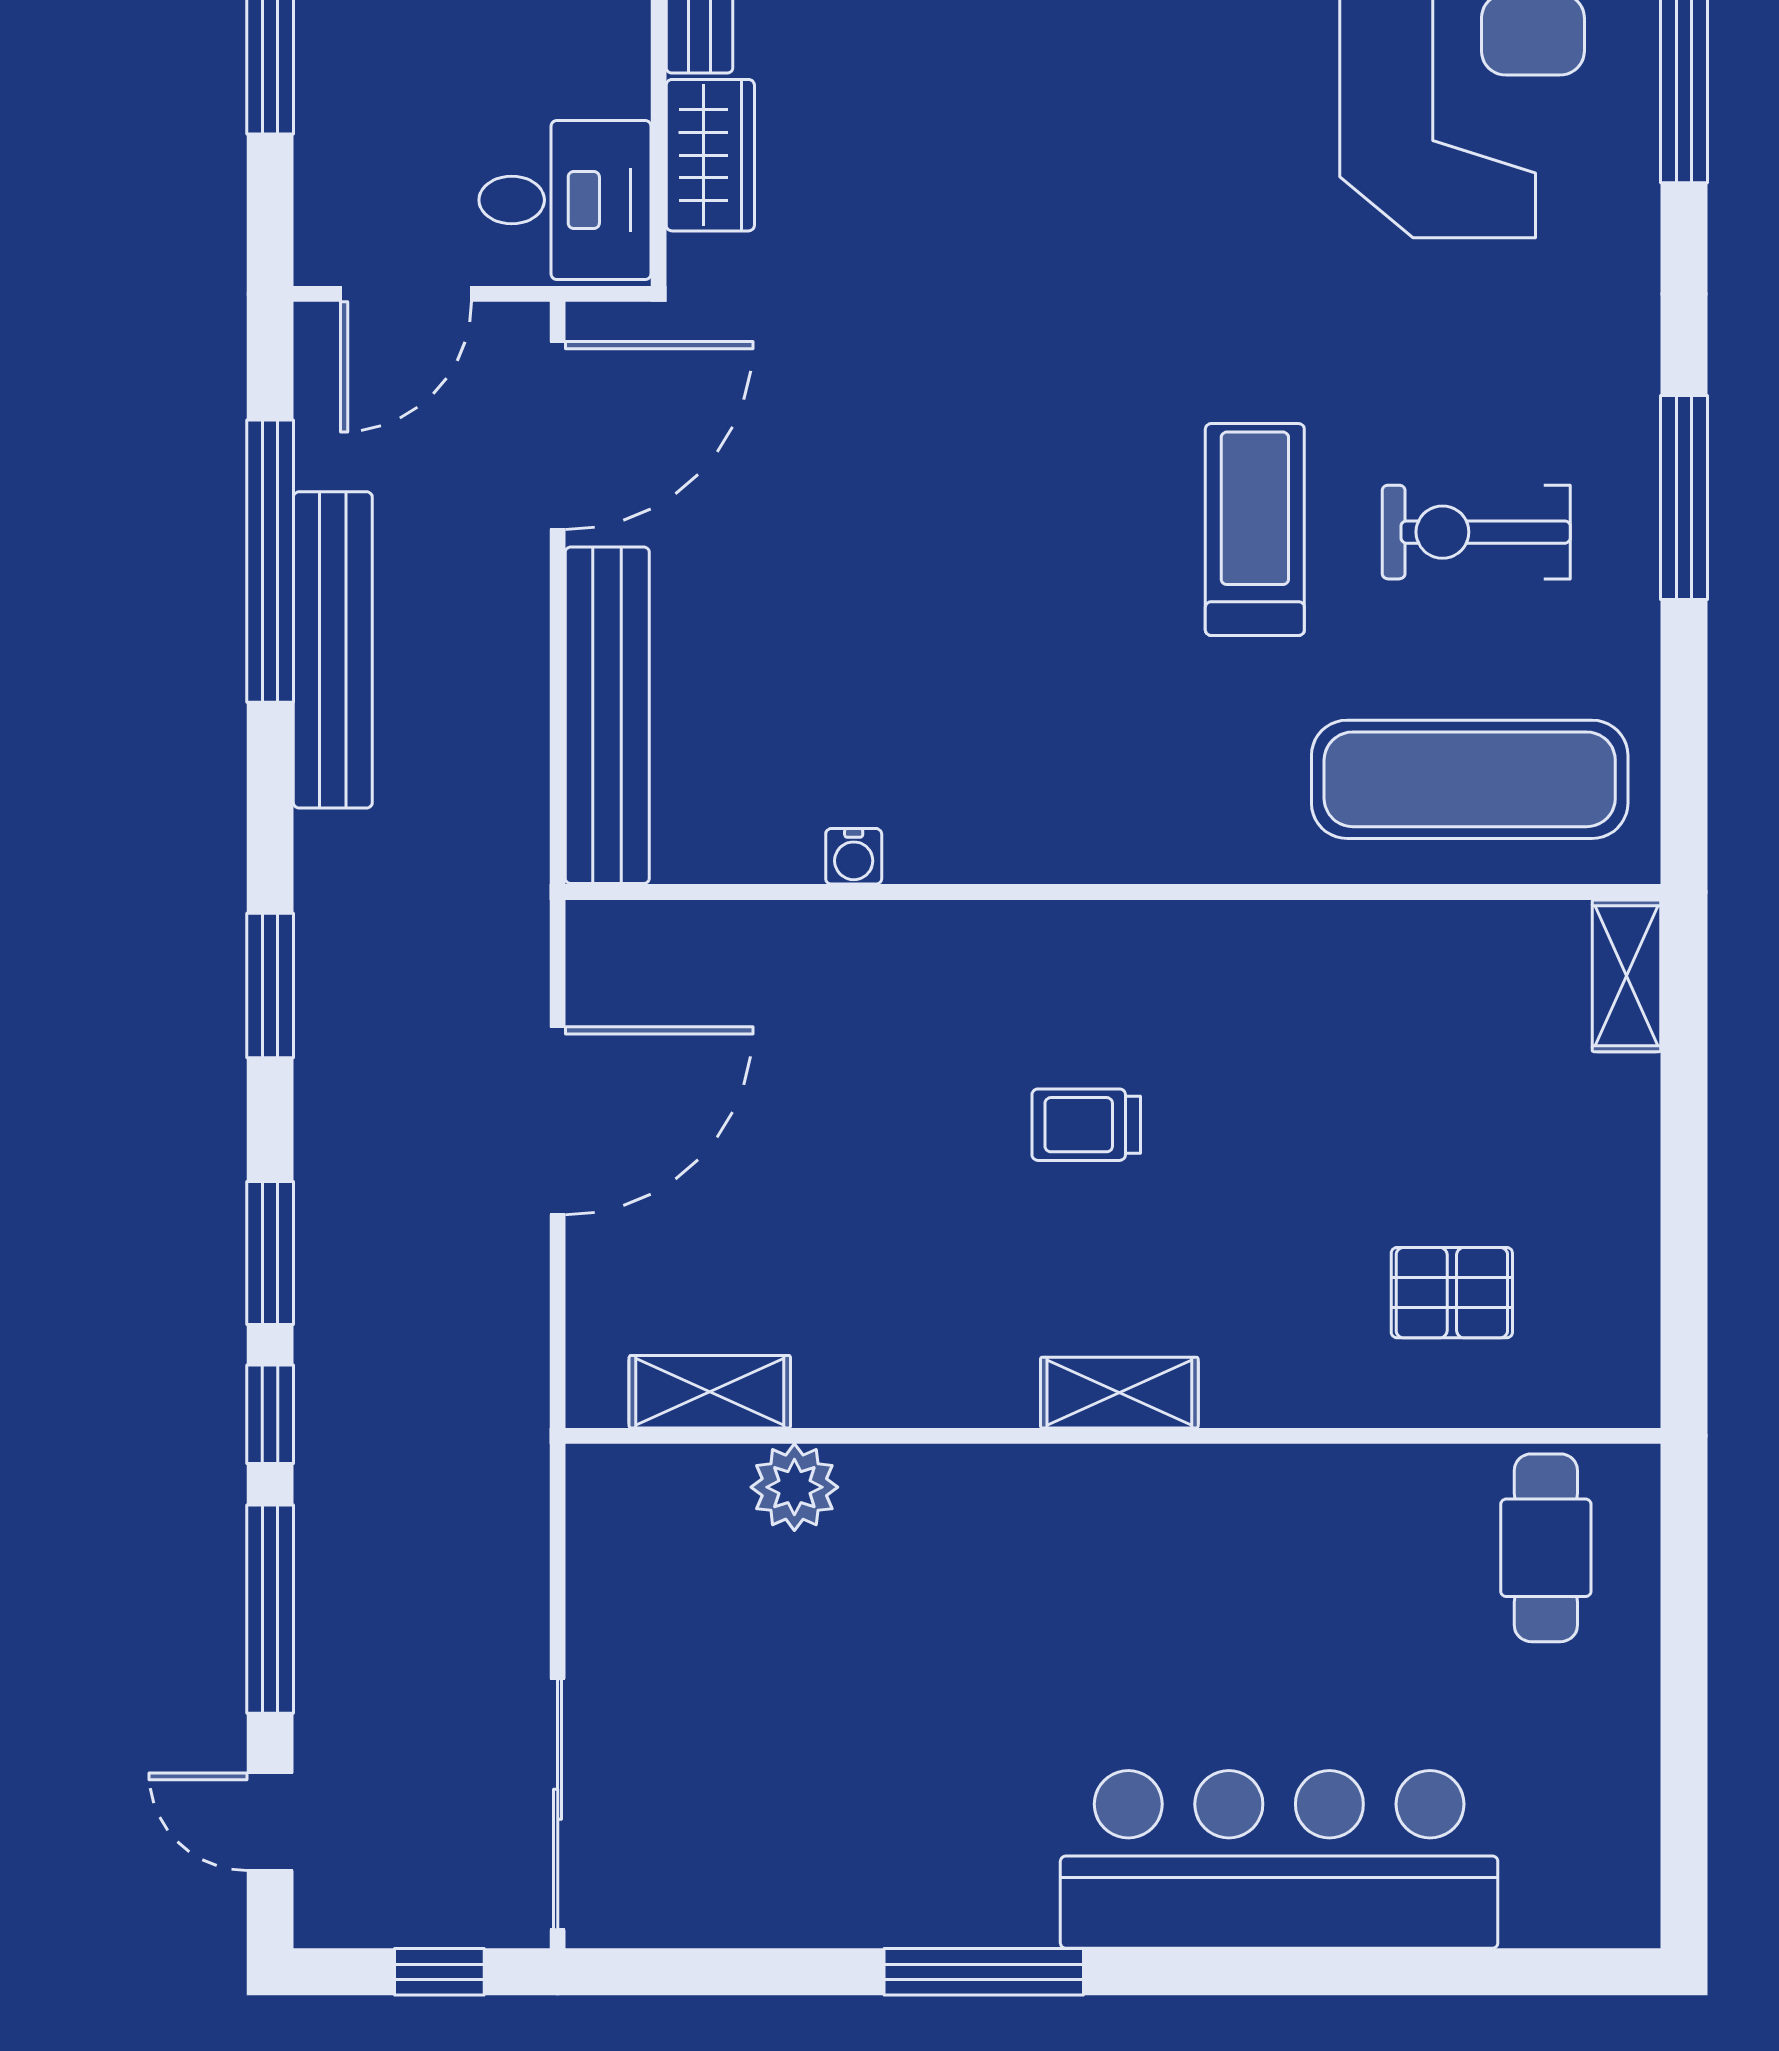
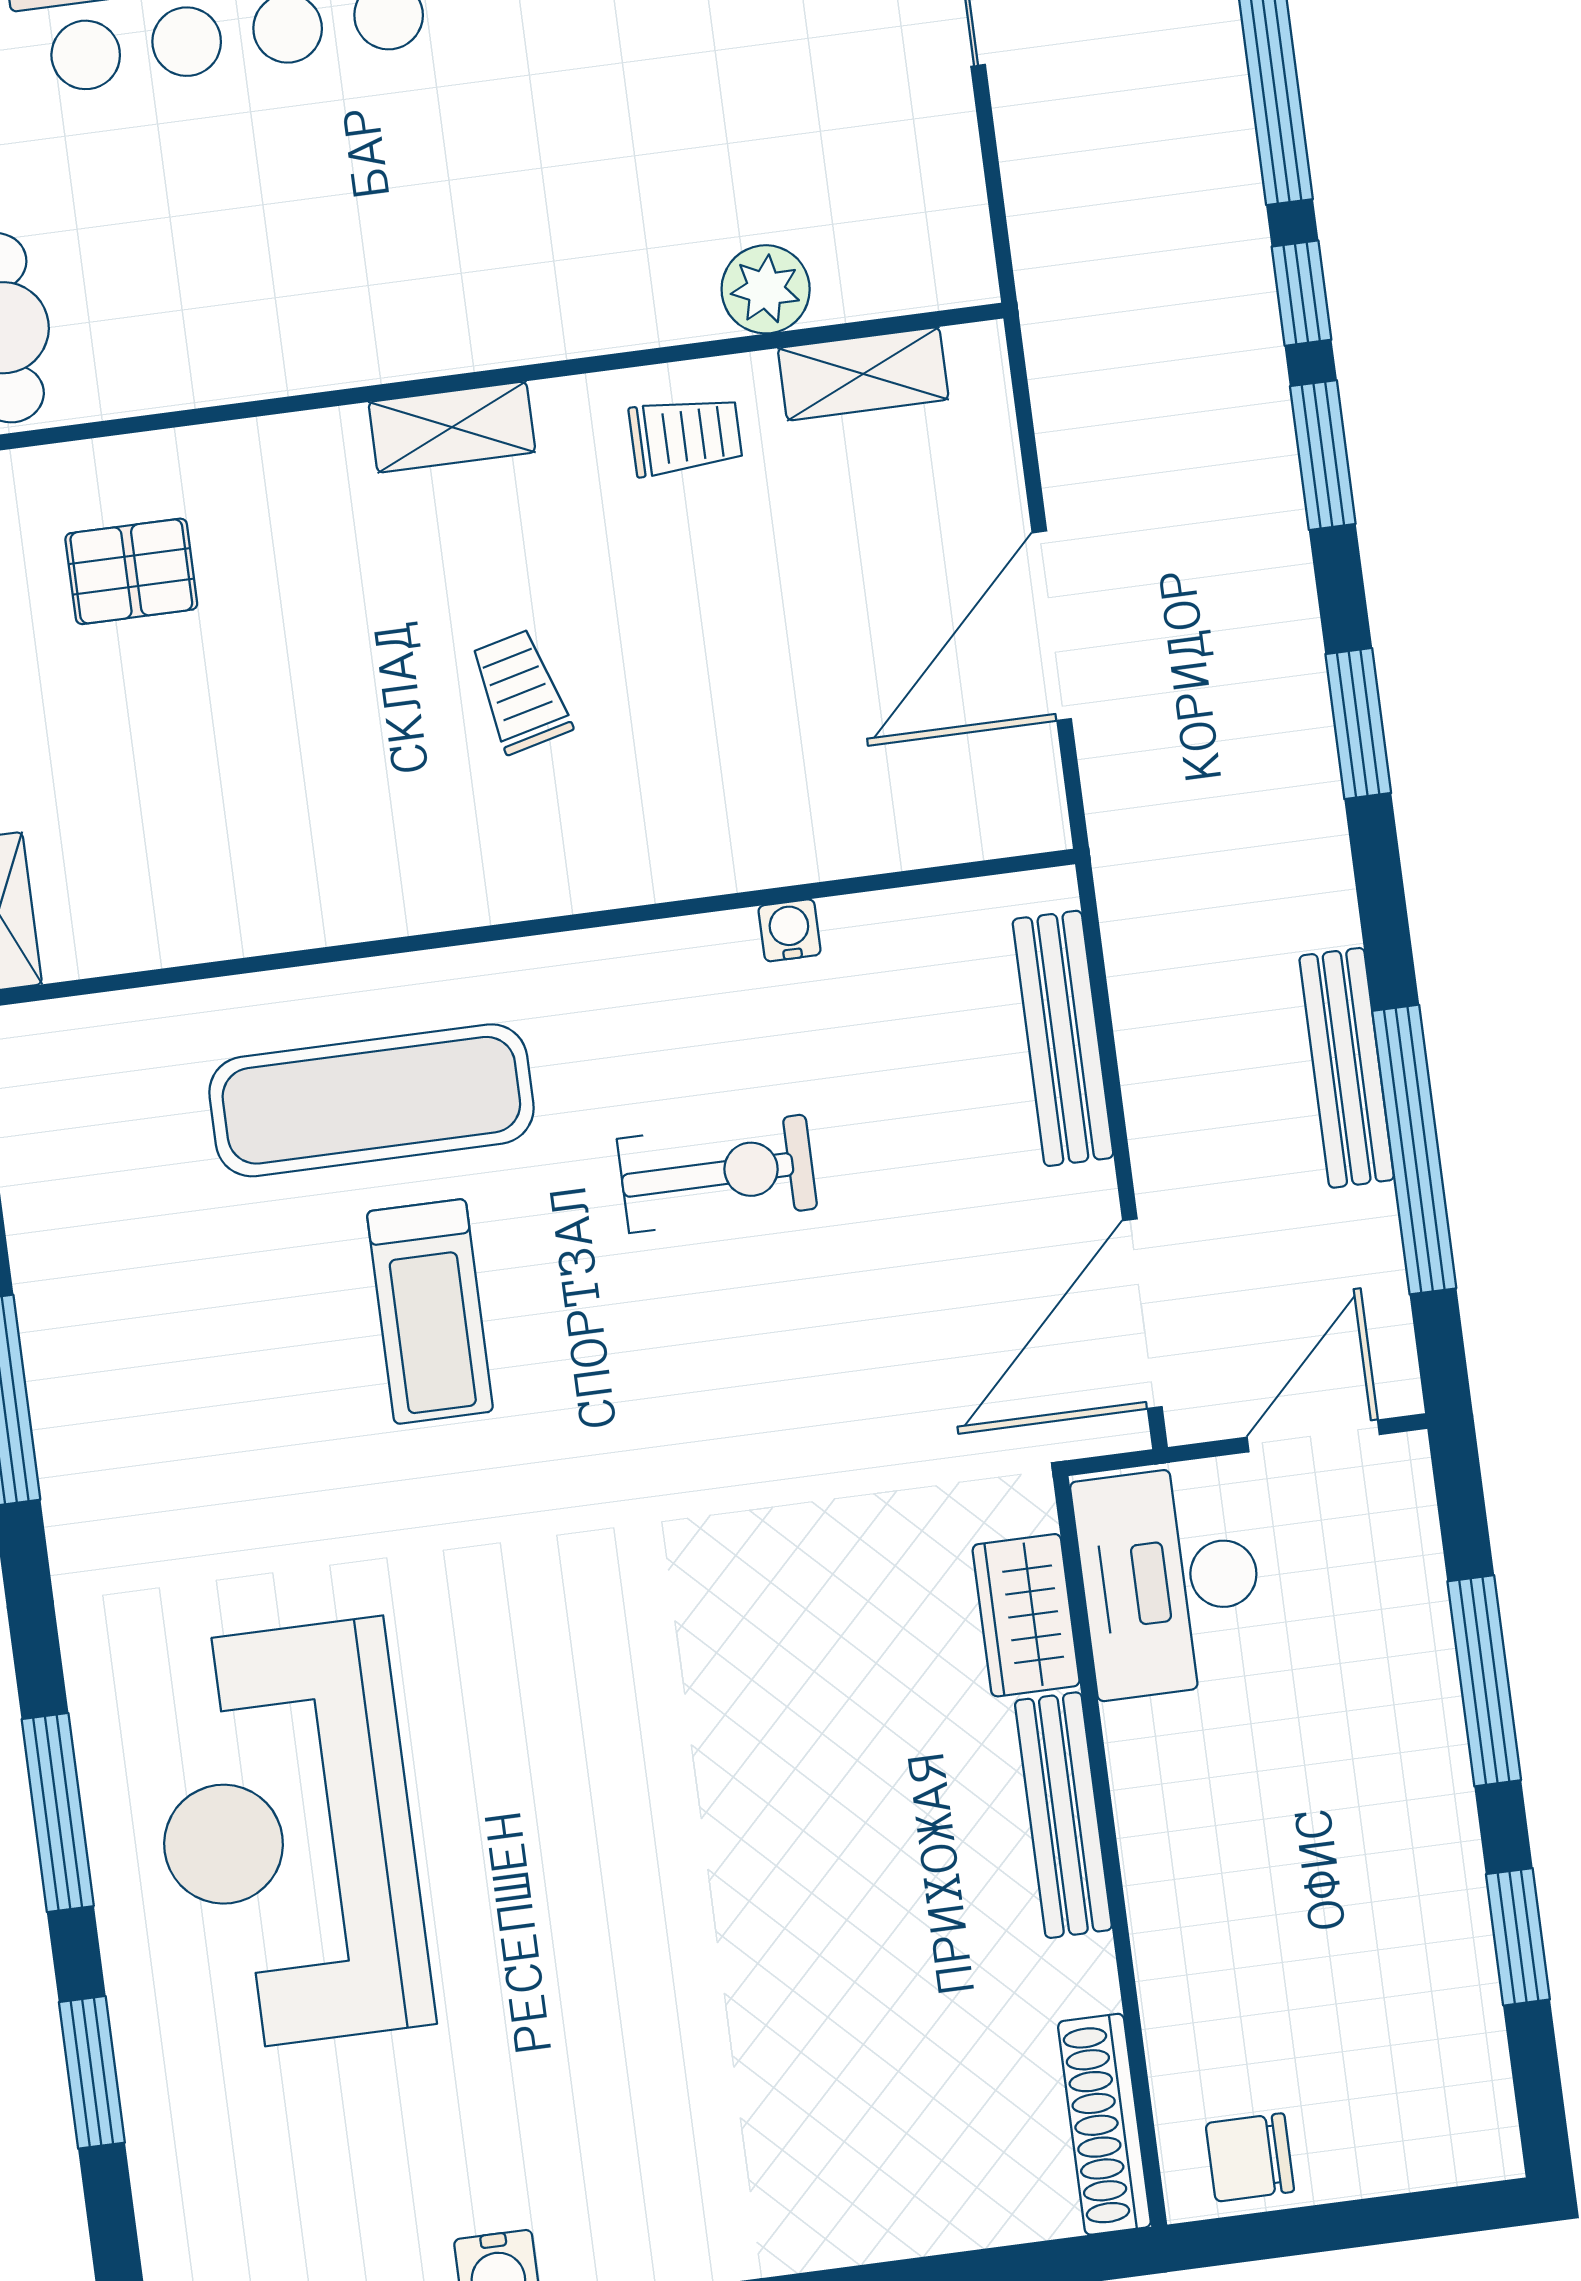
desk: (565, 200) -> (1170, 1581), width x1.37
exercise bike: (1476, 532) -> (717, 1174), moved
bench: (333, 650) -> (1347, 1068), width x0.73, depth x0.82
bench: (607, 715) -> (1063, 1038), width x0.73, depth x0.82
exercise mat: (1470, 779) -> (371, 1100), moved
trolley: (1086, 1125) -> (520, 692), turned -104
trolley: (892, 1354) -> (686, 436), added

